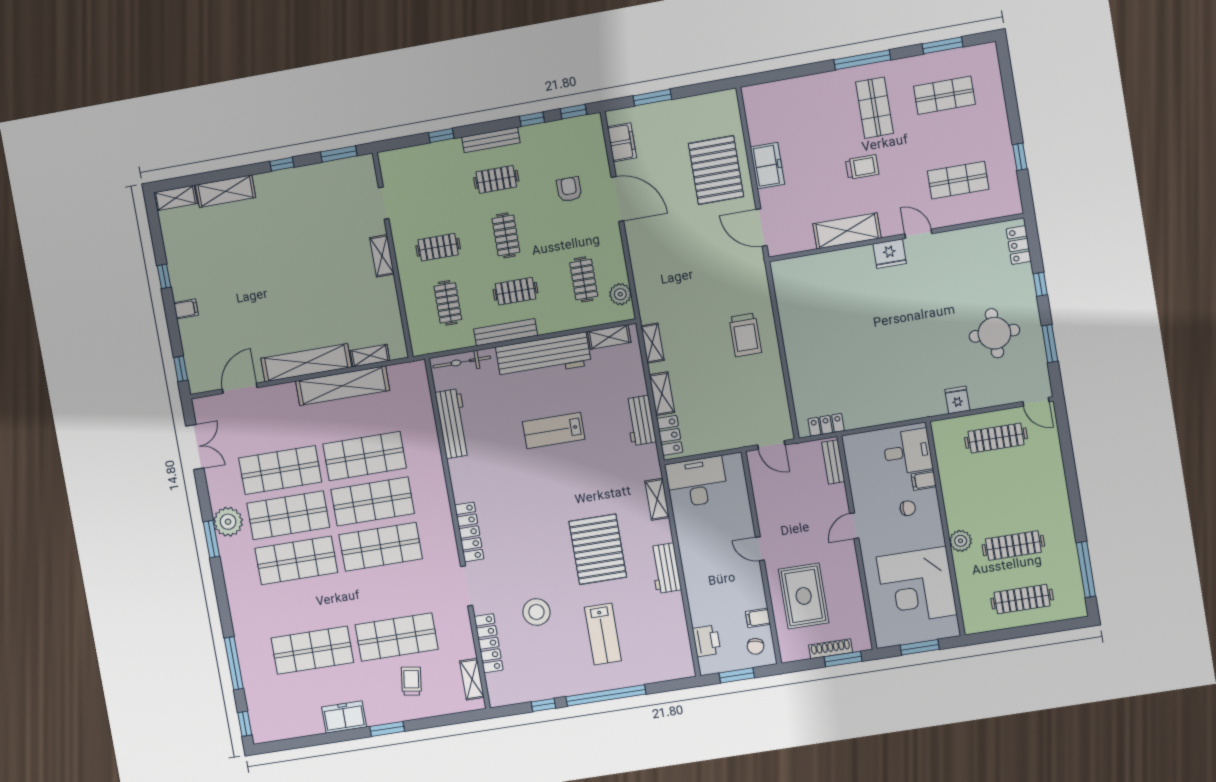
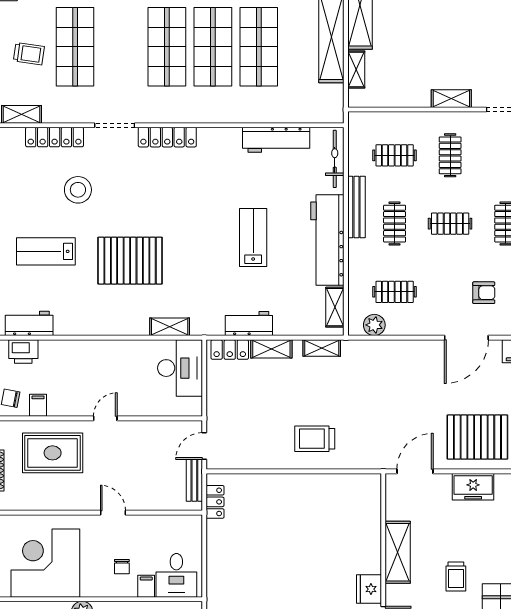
bench: (833, 462) -> (194, 480), moved, turned 90
workbench: (665, 568) -> (29, 323), moved

